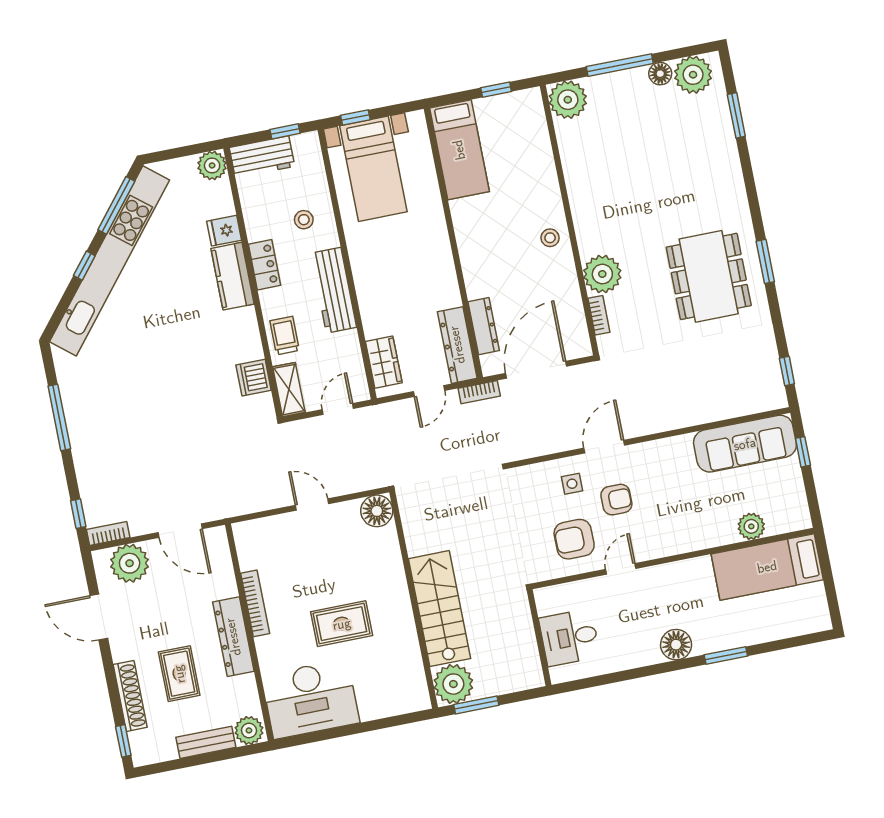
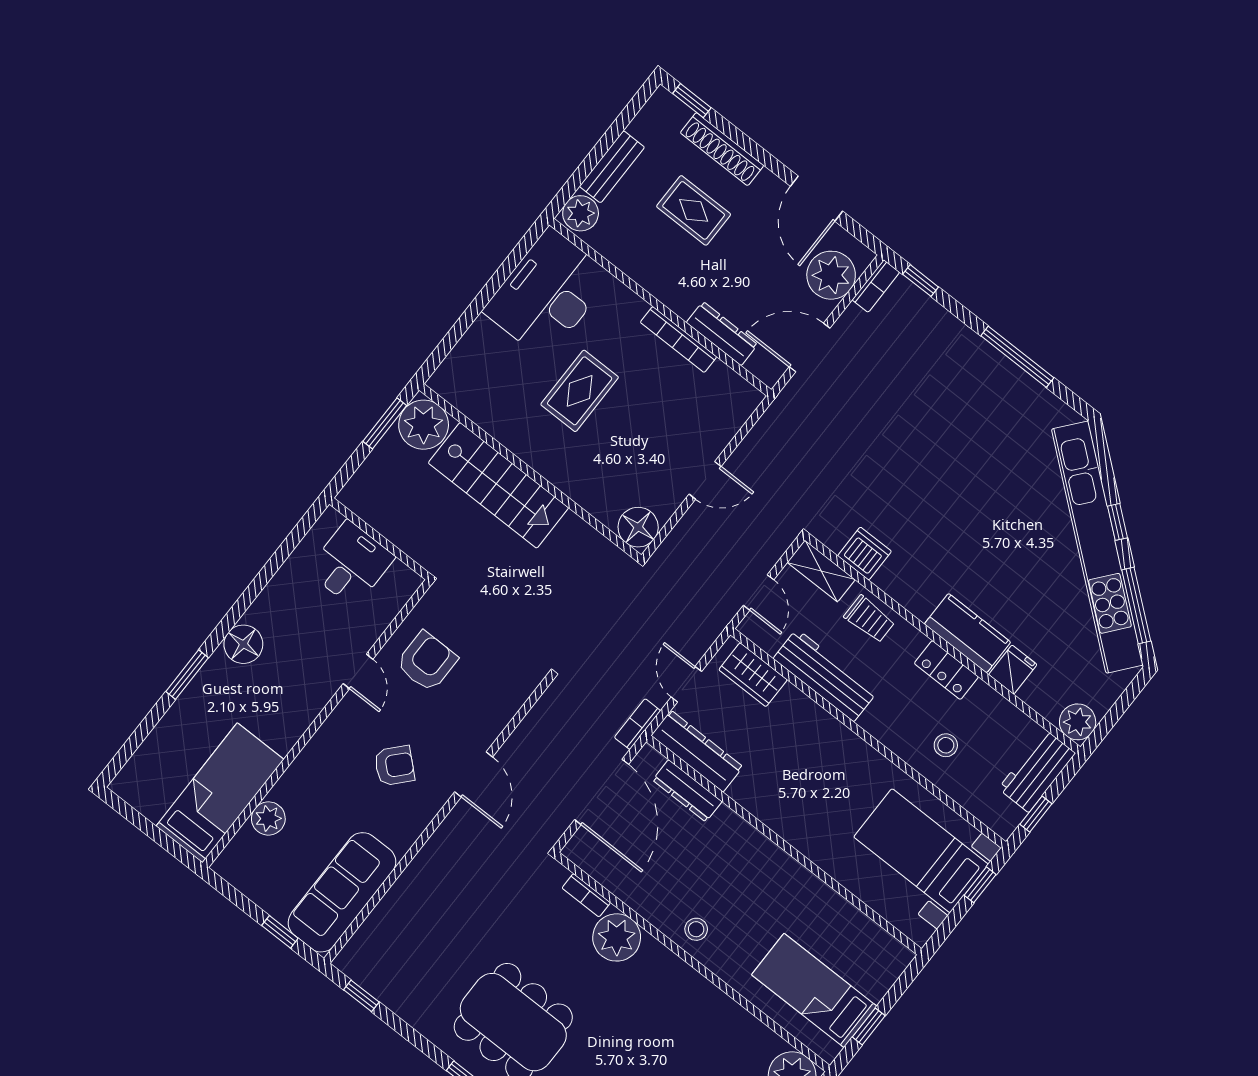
bed: (459, 150) -> (814, 990), moved
workbench: (334, 290) -> (825, 675), moved
side table: (572, 484) -> (474, 713), removed
armchair: (616, 500) -> (394, 766), moved, turned -138
door: (99, 617) -> (817, 199), swing flipped
dresser: (233, 637) -> (722, 334), moved, width x0.73, depth x0.80

